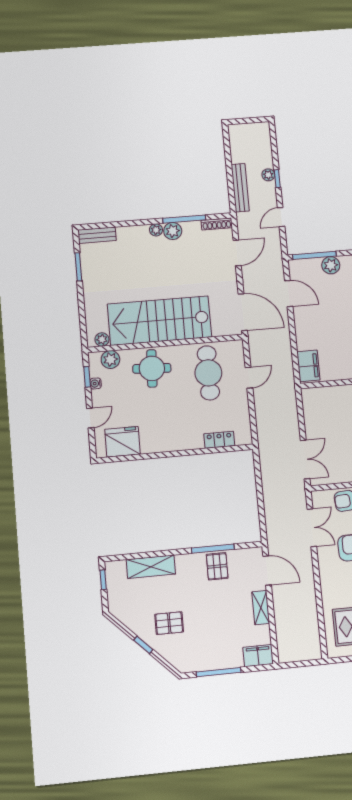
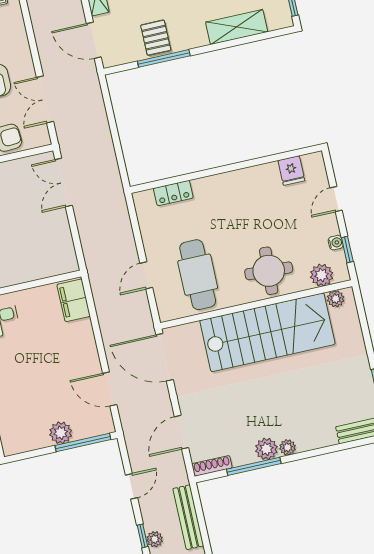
fridge: (122, 442) -> (291, 171), width x0.53, depth x0.75

